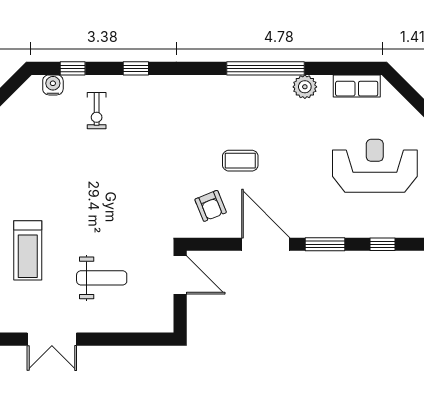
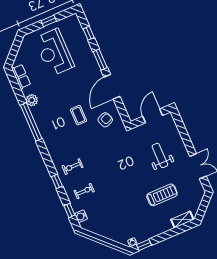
exercise bike: (151, 109) -> (72, 167), added
door: (180, 275) -> (153, 116), moved

